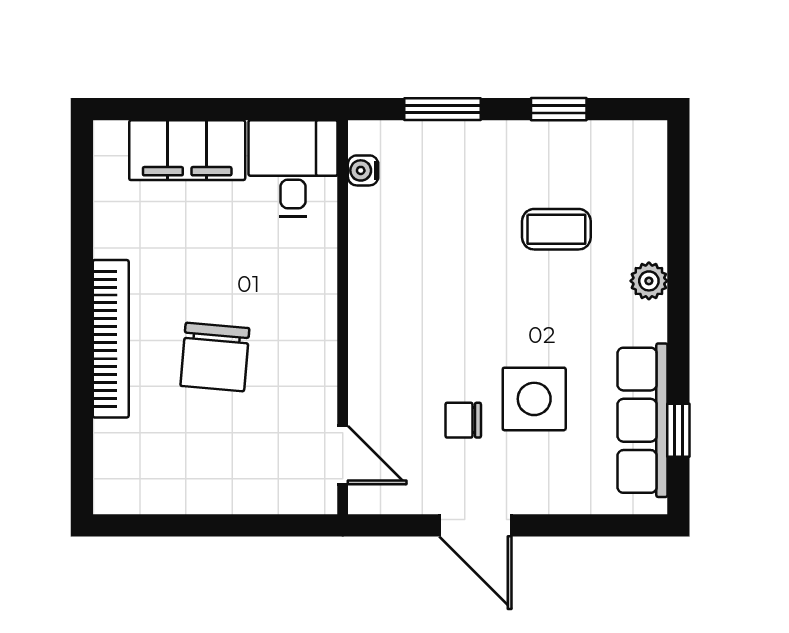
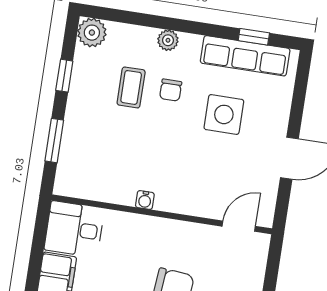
plant: (642, 146) -> (92, 33), added
water cooler: (363, 170) -> (145, 200), moved
chair: (463, 420) -> (171, 90), moved

